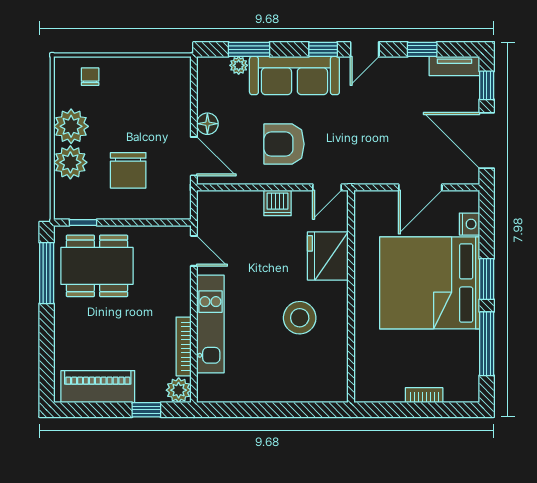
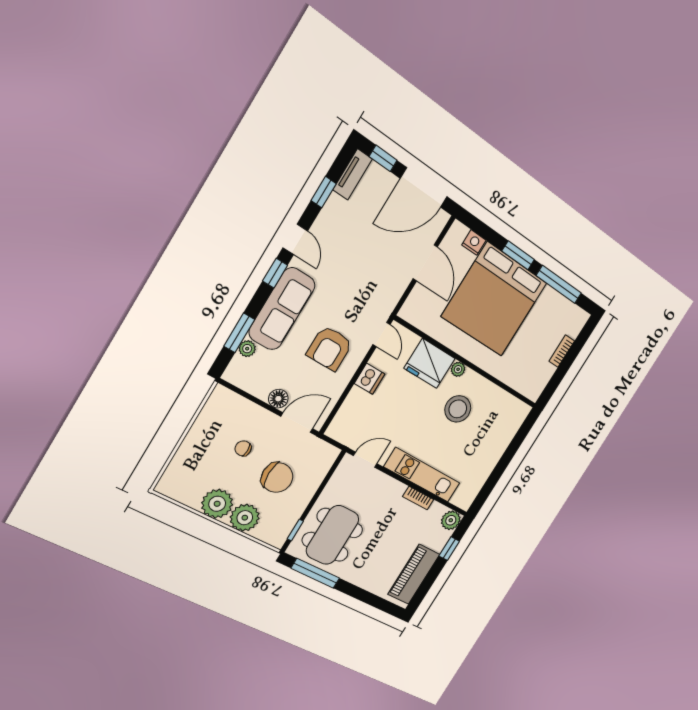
chair: (90, 77) -> (243, 448), moved
plant: (339, 291) -> (458, 369), added
bookcase: (184, 346) -> (418, 498), width x0.64

